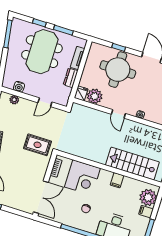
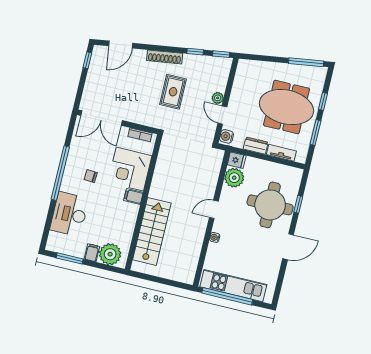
water cooler: (19, 87) -> (226, 136), moved
plant: (14, 100) -> (218, 98), moved
rug: (37, 145) -> (173, 92), moved
filing cabinet: (117, 180) -> (133, 196), moved

